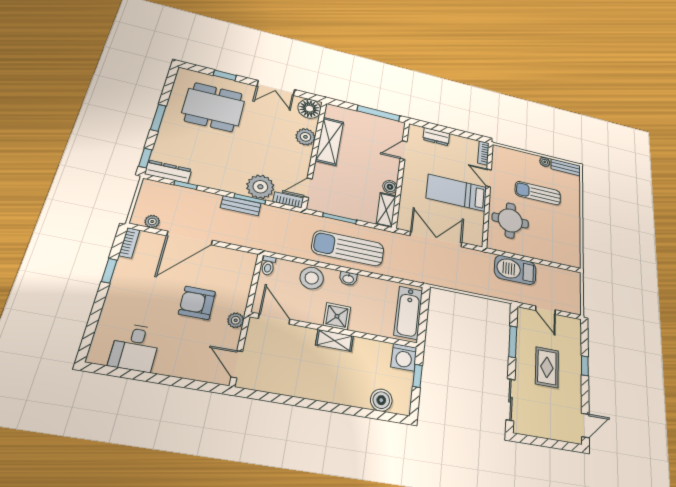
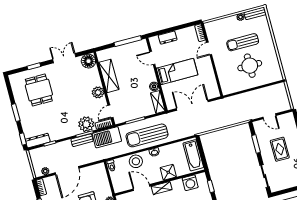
double door: (276, 88) -> (64, 58), swing flipped
dining table: (213, 107) -> (39, 90), width x0.73
plant: (305, 137) -> (98, 92), moved
door: (404, 150) -> (152, 58), hinge flipped
door: (489, 178) -> (209, 48), hinge flipped
bed: (457, 193) -> (177, 71), moved, turned 180
round table: (510, 220) -> (250, 66), moved
barbecue: (515, 270) -> (107, 137), moved
shower: (337, 316) -> (168, 172), moved
door: (274, 319) -> (141, 188), moved
washing machine: (404, 357) -> (190, 183), moved

